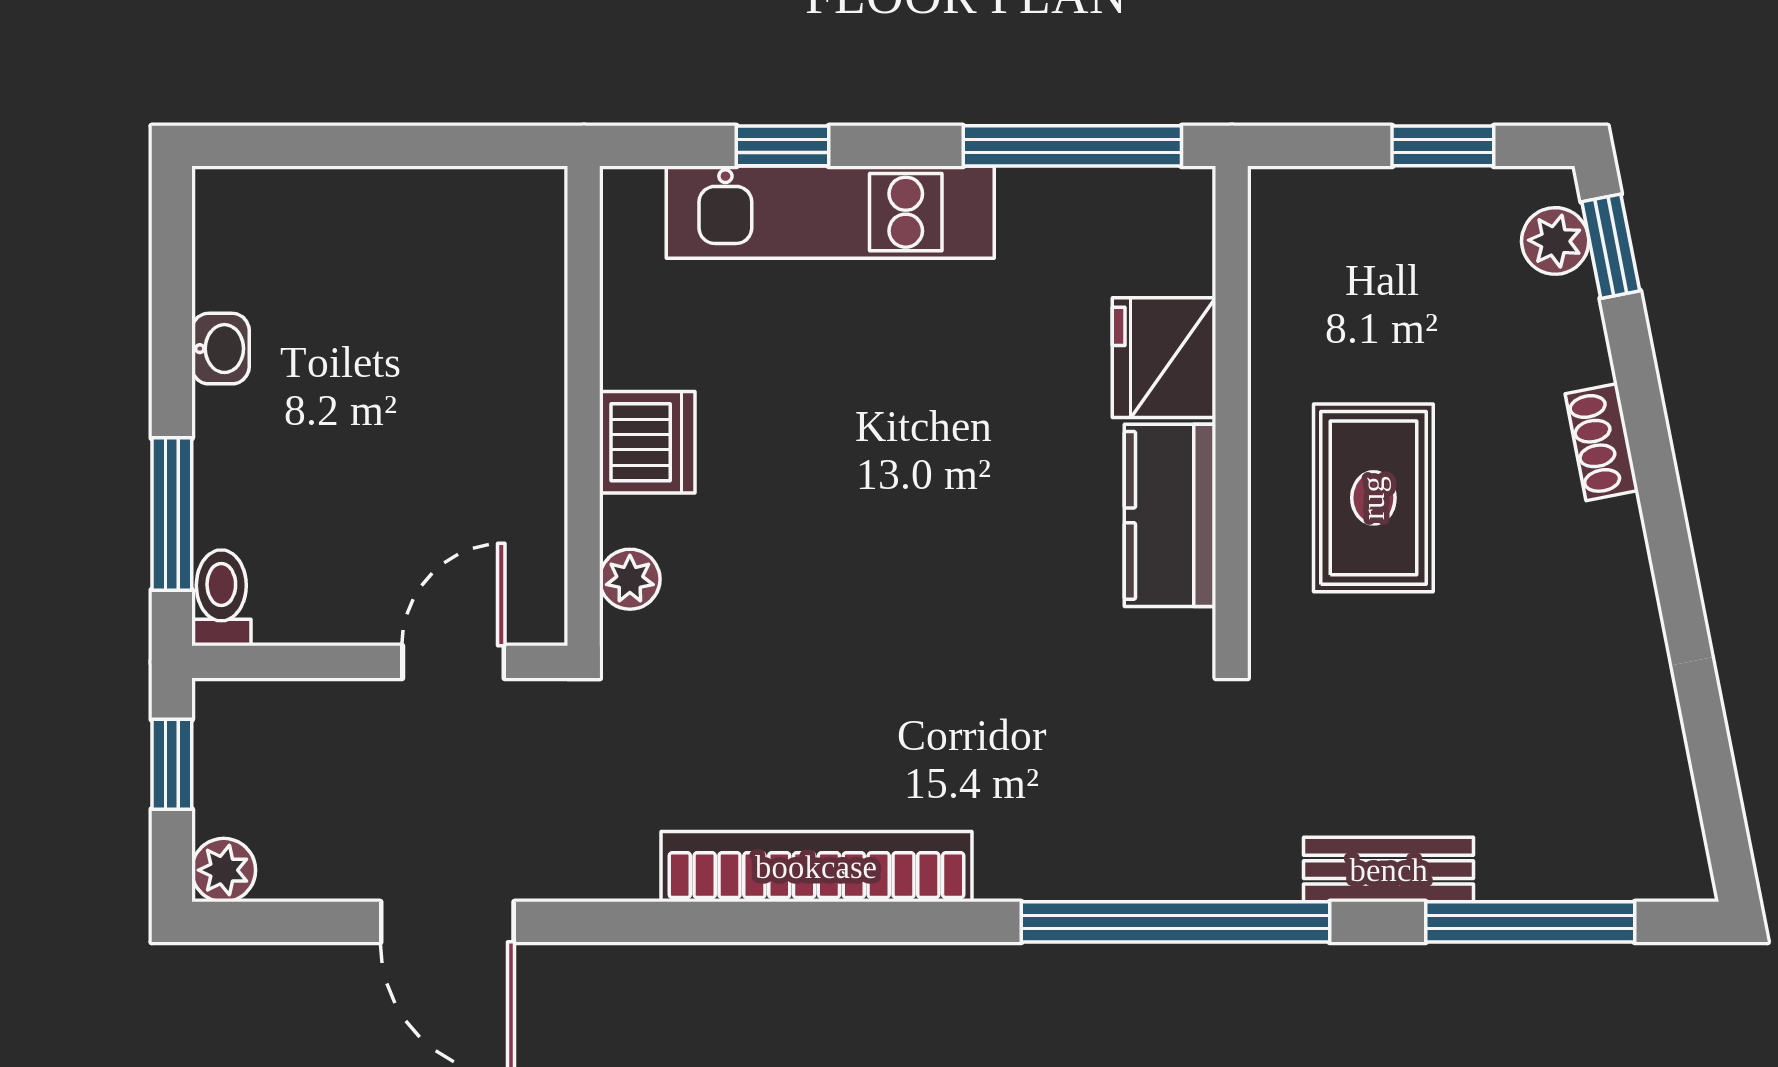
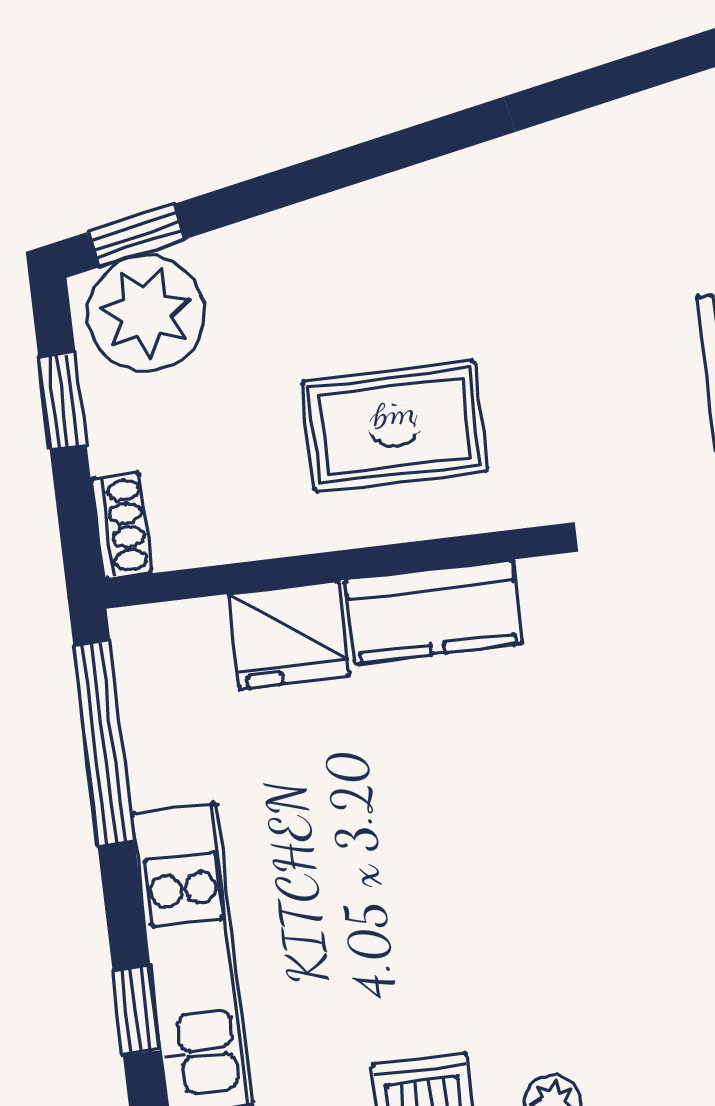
plant: (1555, 241) -> (146, 313), width x1.87, depth x1.87
shoe rack: (1602, 442) -> (121, 526), moved, turned -79

